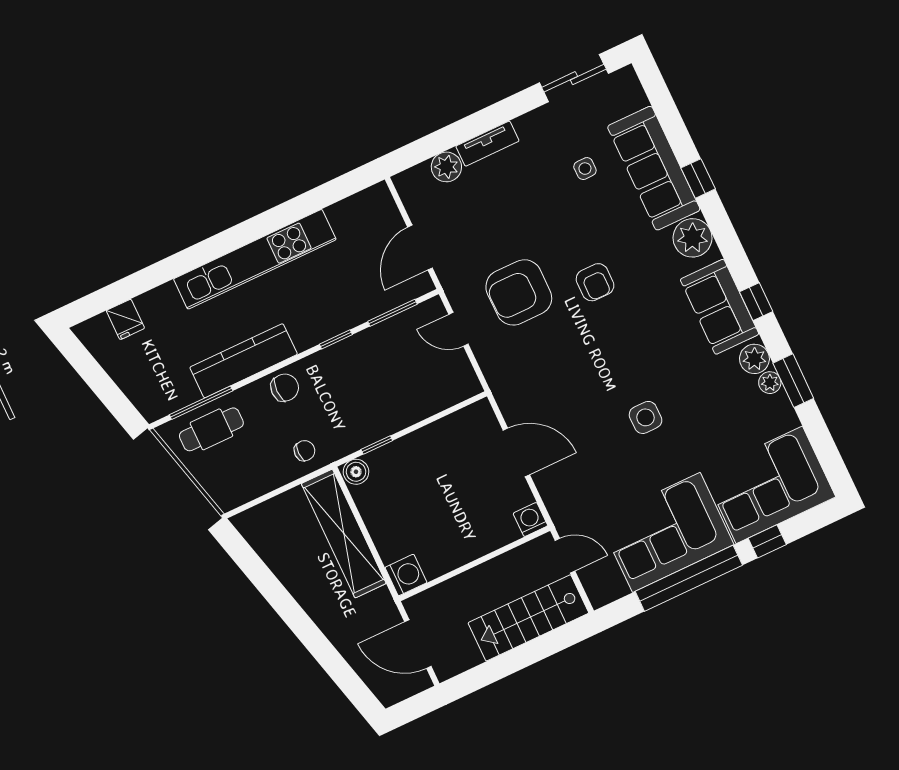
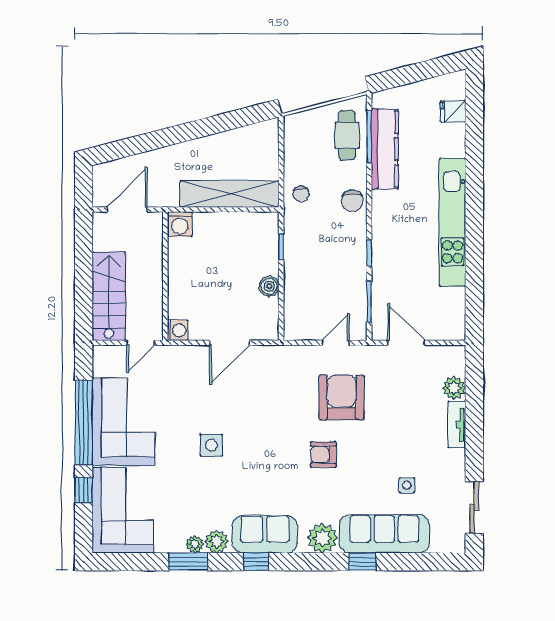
kitchen counter: (244, 361) -> (385, 149), moved
boiler: (356, 472) -> (269, 286), moved

